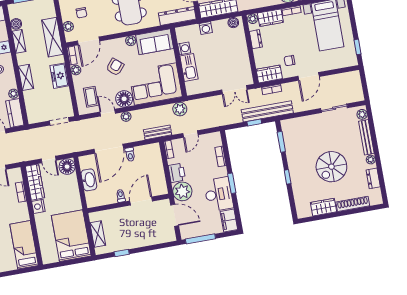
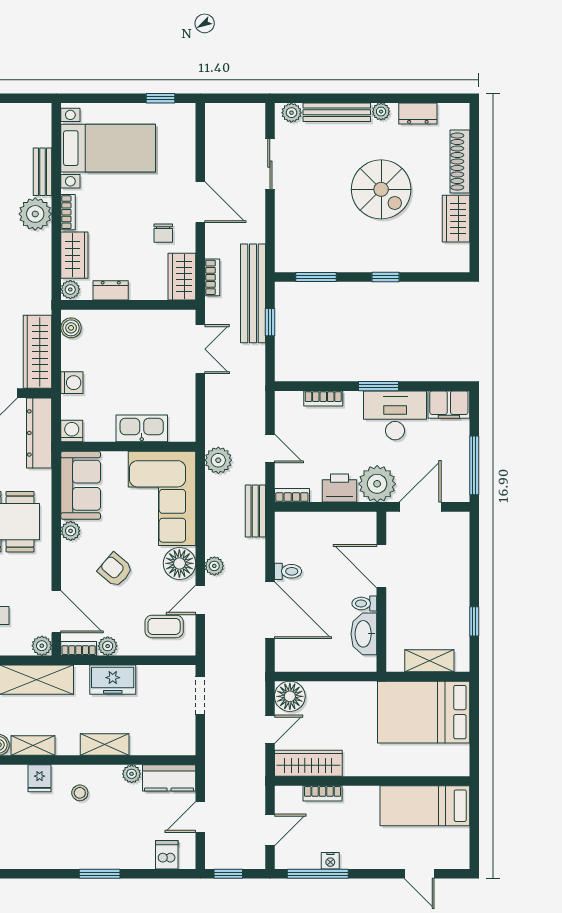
plant: (68, 26) -> (42, 646), moved
washing machine: (184, 48) -> (72, 431), moved
washbasin: (89, 180) -> (364, 634), moved, turned -90
nightstand: (38, 206) -> (356, 765), removed

